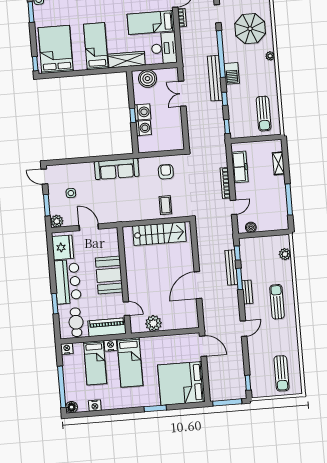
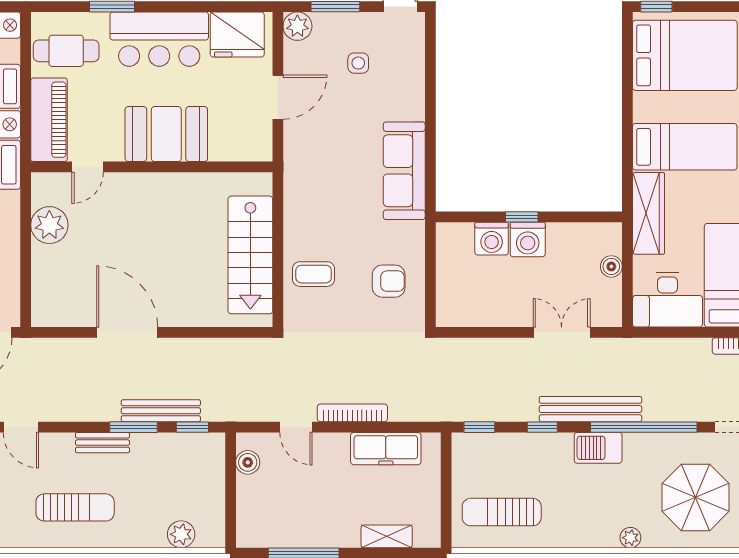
boiler: (148, 79) -> (611, 266), width x0.54, depth x0.54

